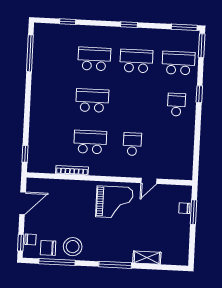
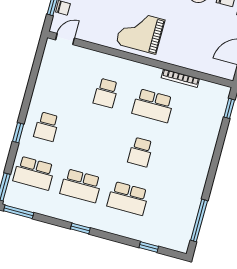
school desk: (92, 100) -> (140, 152), width x0.54
door: (149, 181) -> (65, 39), moved

